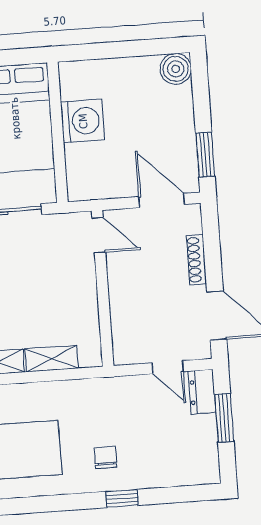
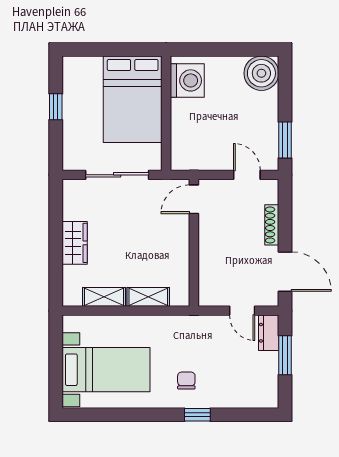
boiler: (176, 69) -> (261, 73), width x1.37, depth x1.37
washing machine: (83, 121) -> (187, 80), moved
door: (162, 201) -> (247, 175), width x0.73
door: (99, 235) -> (194, 199), swing flipped

